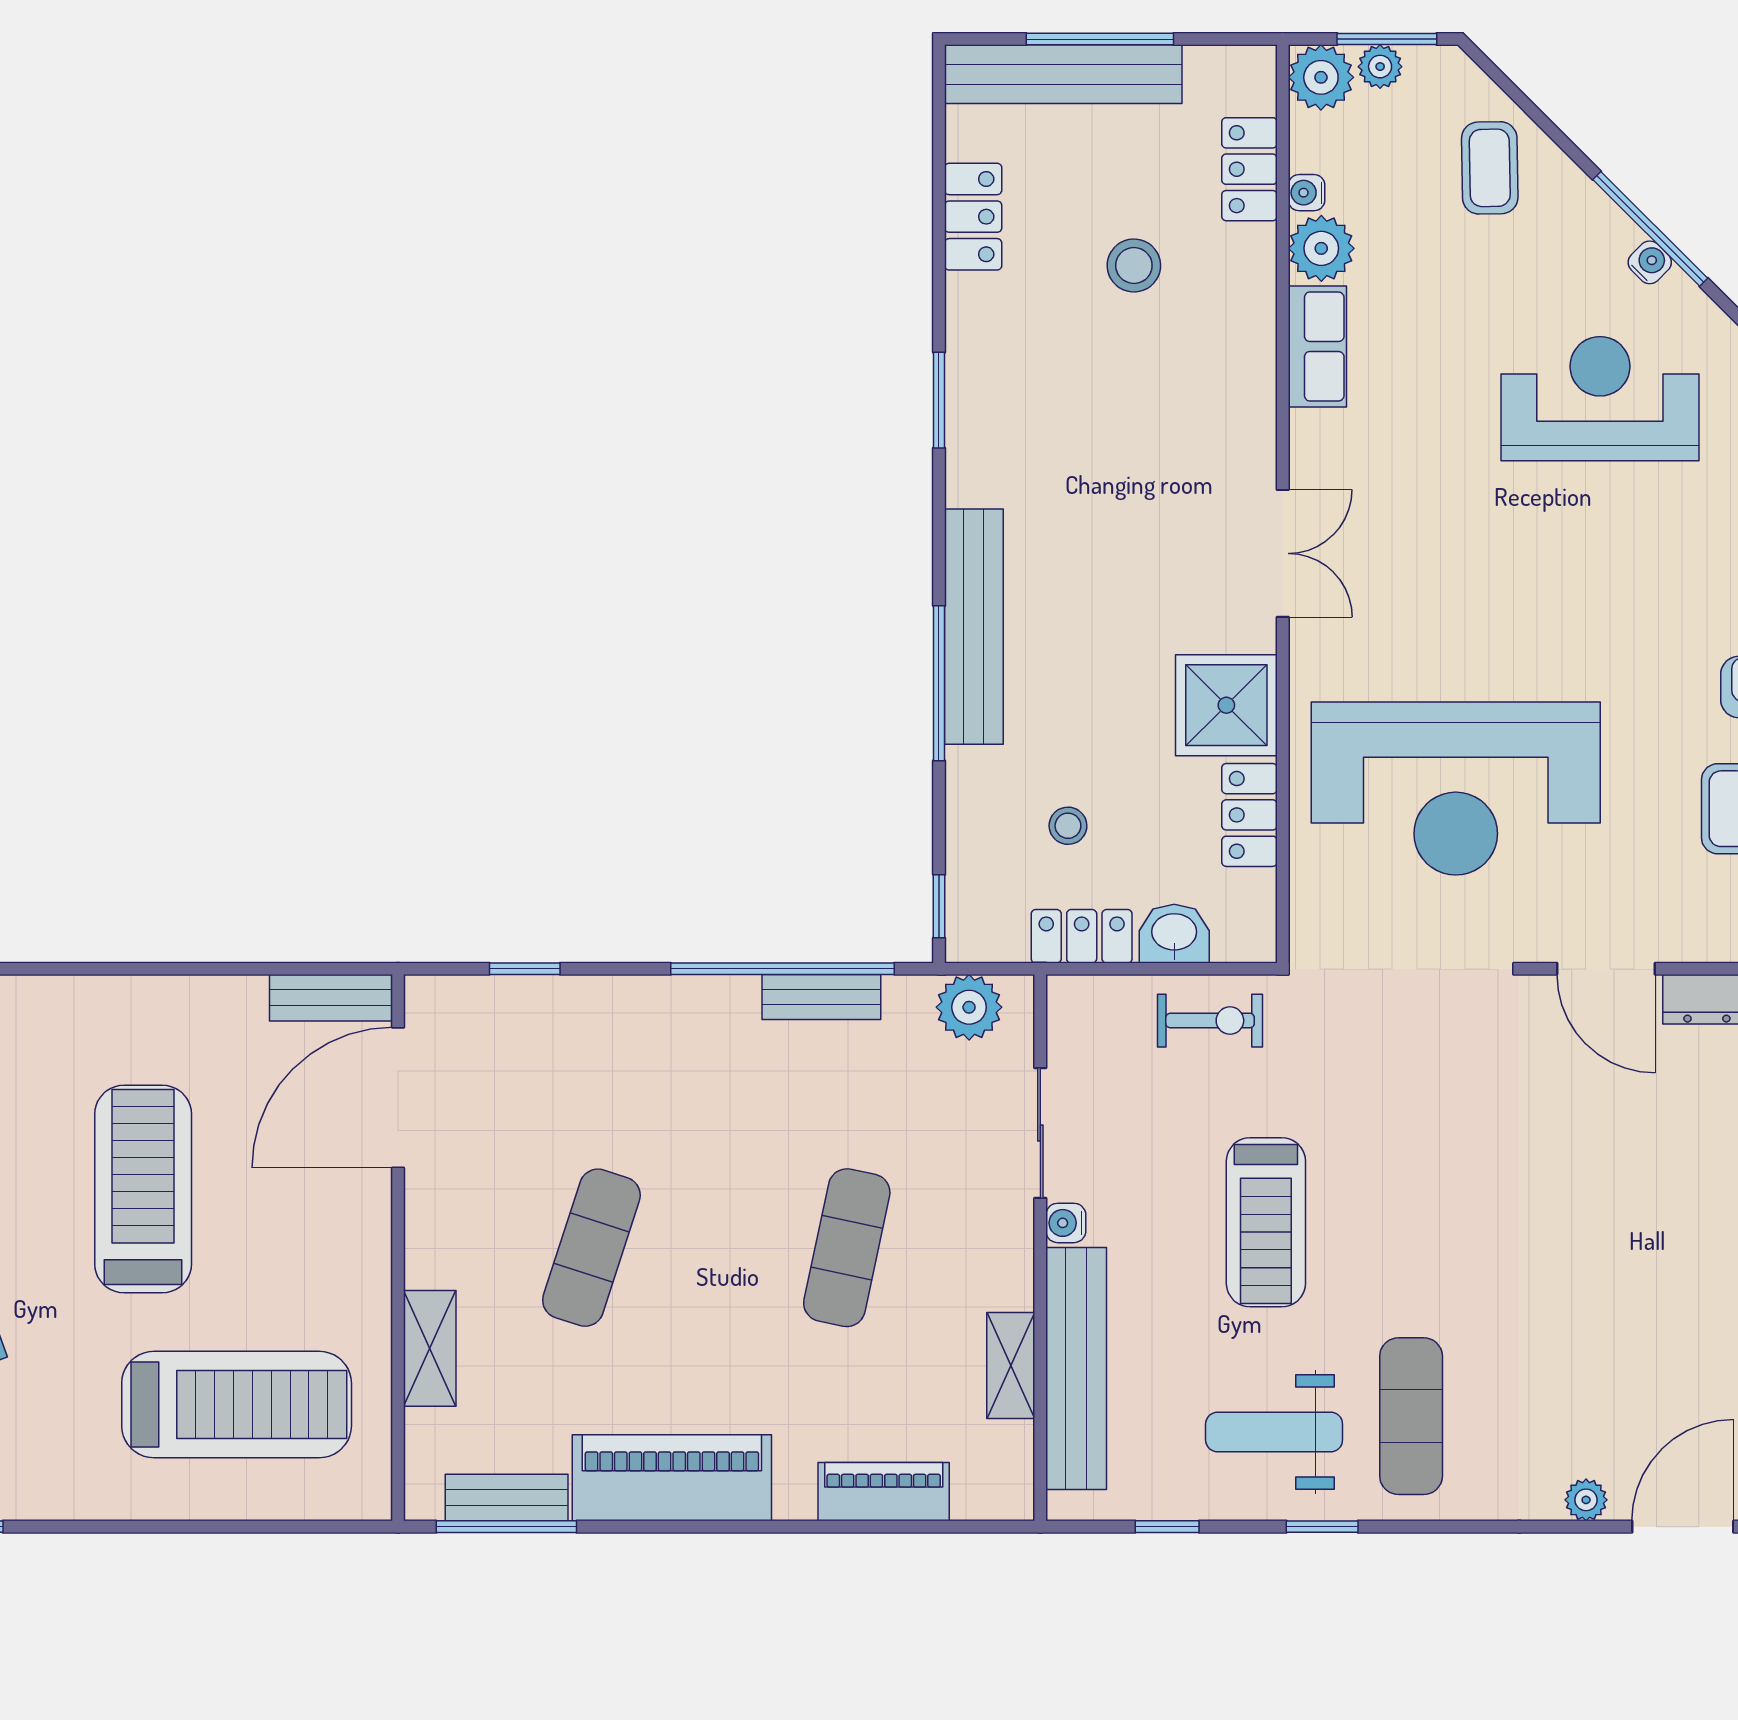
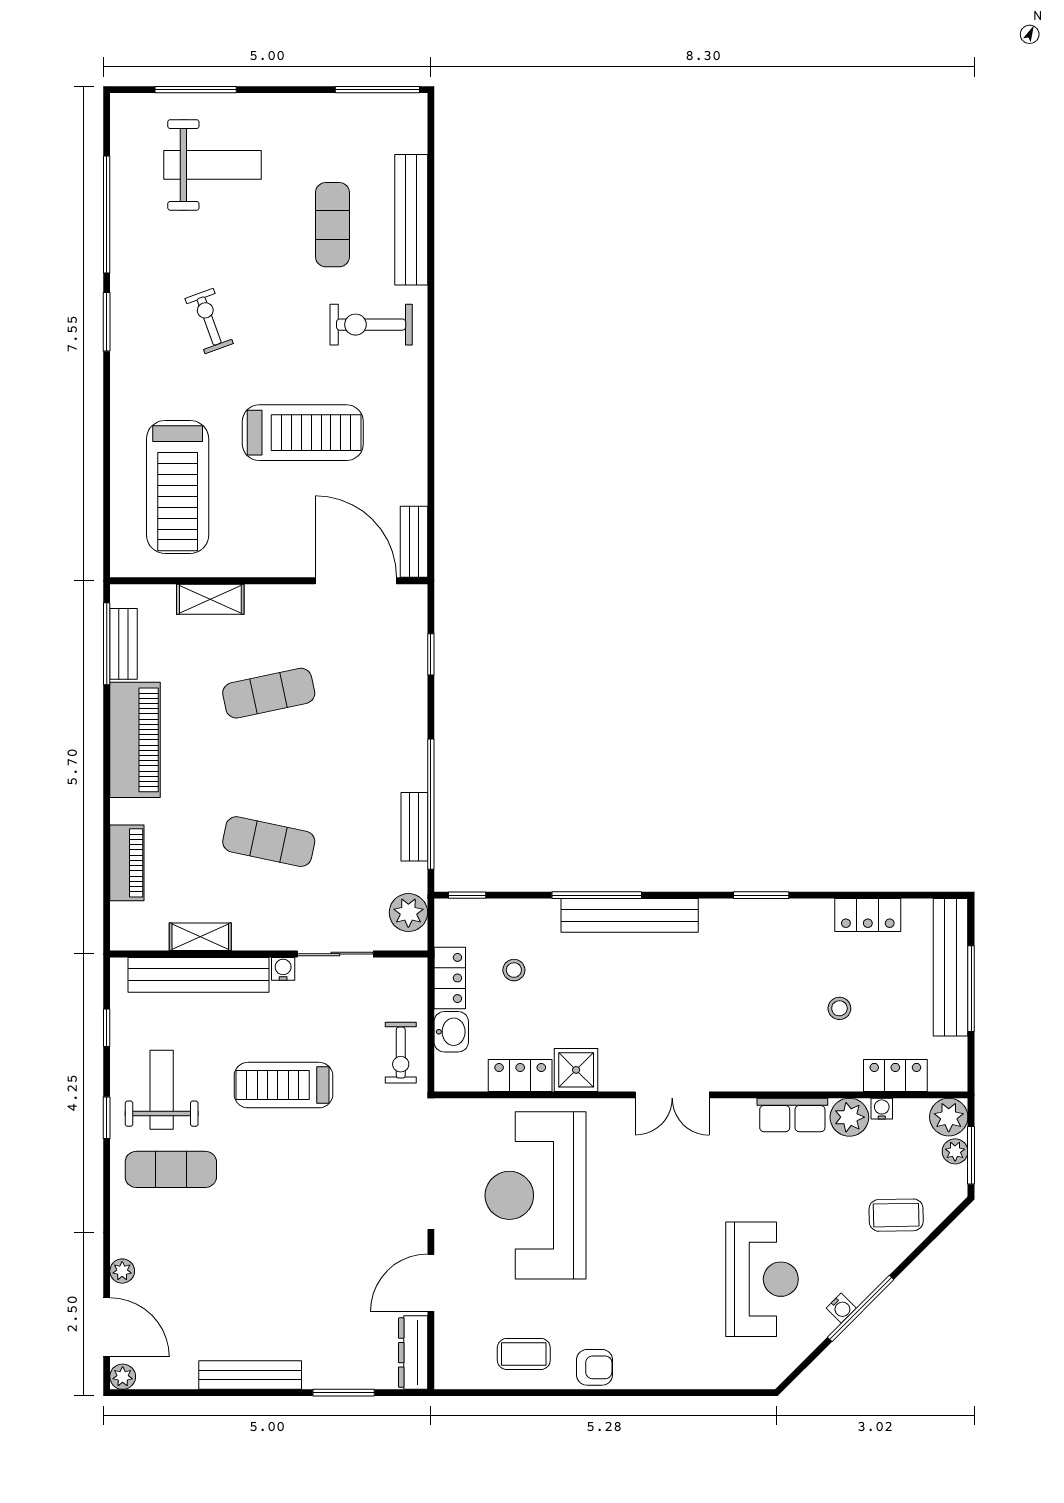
stool: (1134, 265) -> (839, 1008), width x0.73, depth x0.73
shower: (1226, 705) -> (576, 1070), width x0.73, depth x0.73
exercise mat: (591, 1248) -> (269, 693), turned -30

